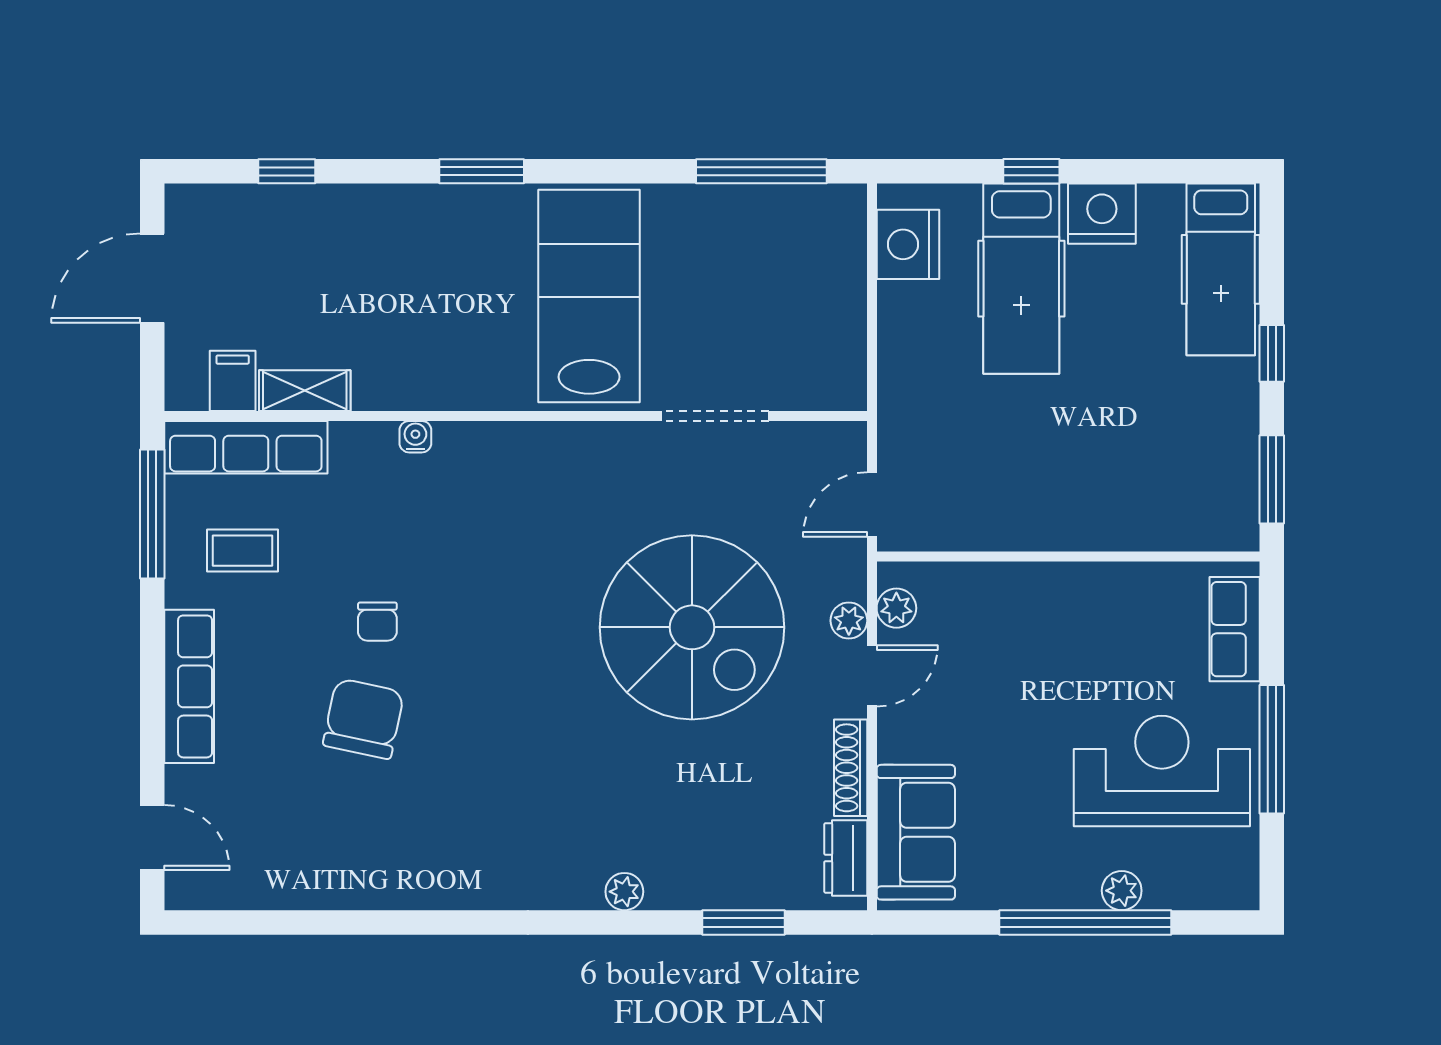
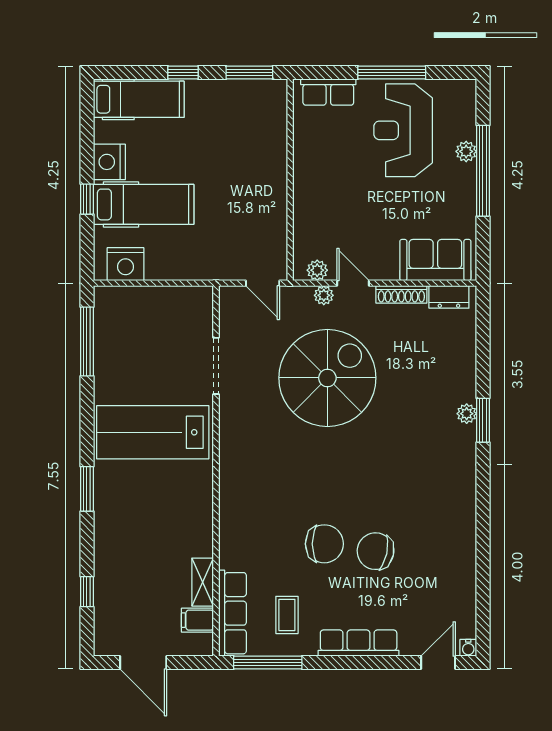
water cooler: (415, 437) -> (468, 648), moved, turned -90
chair: (377, 622) -> (324, 544), width x1.87, depth x1.87
window: (743, 923) -> (483, 420), moved

